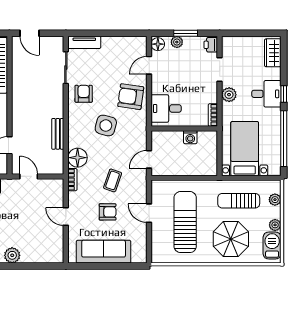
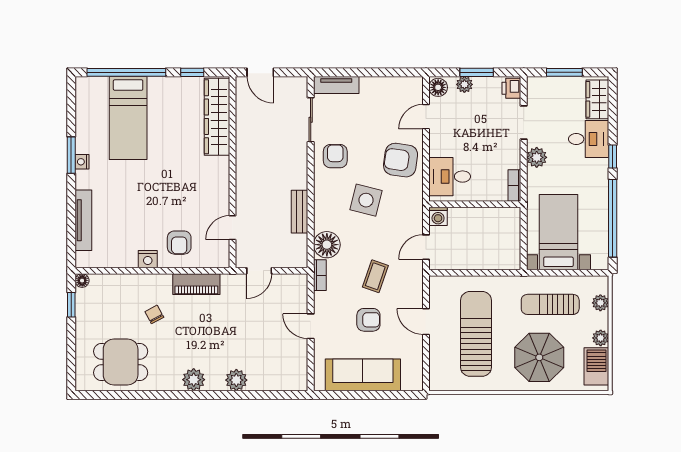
window: (249, 33) -> (564, 72), added
desk: (266, 94) -> (589, 139), moved
washing machine: (190, 137) -> (438, 216), moved
door: (29, 176) -> (259, 271), swing flipped

